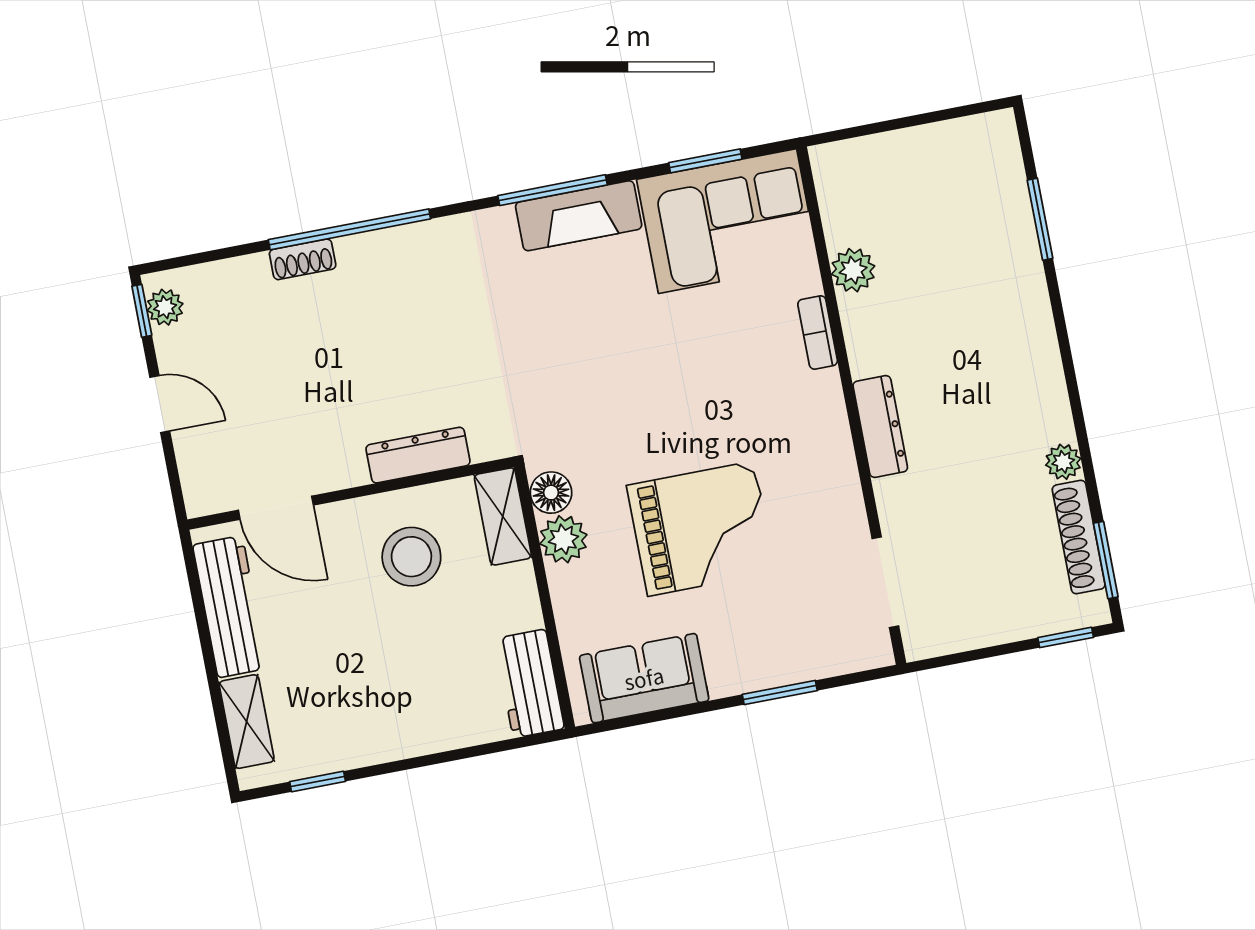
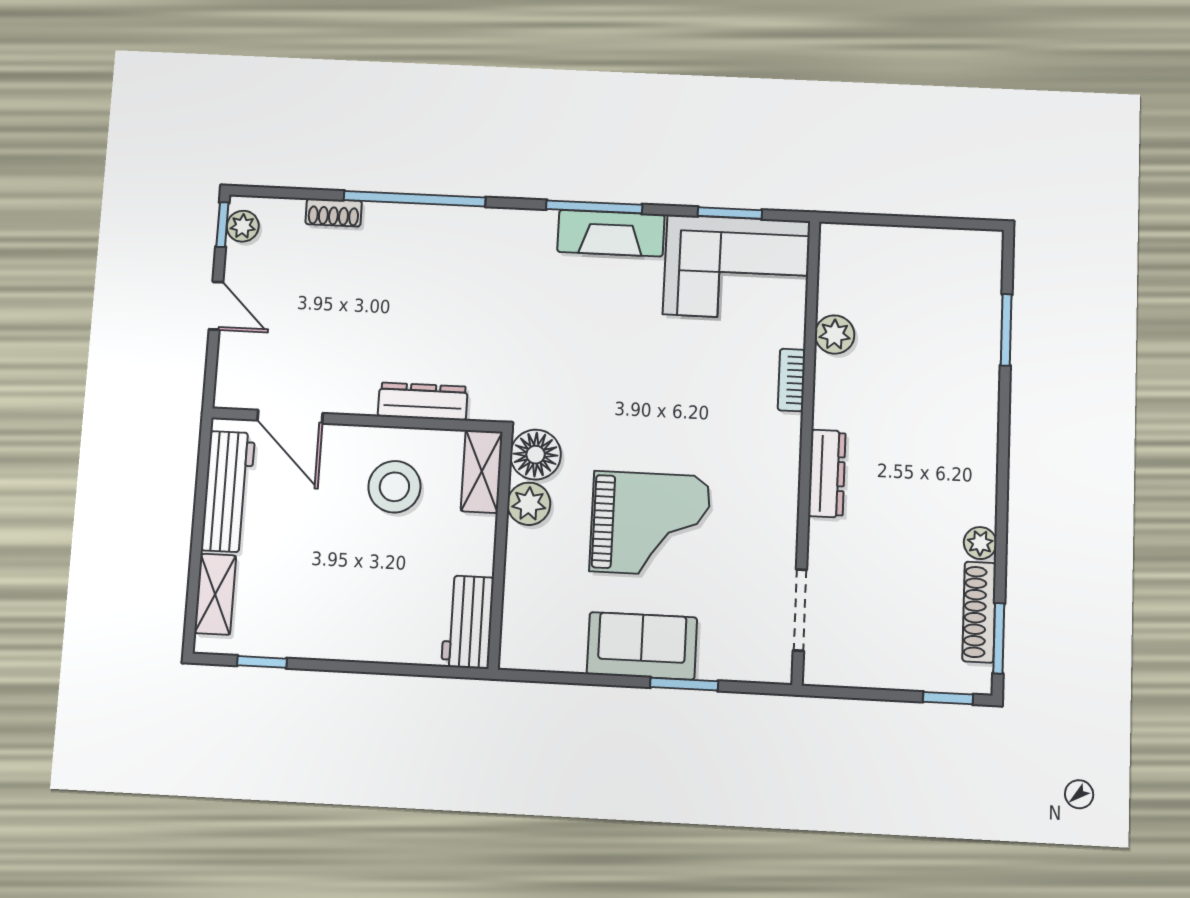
shoe rack: (303, 259) -> (334, 212), moved
floor lamp: (551, 493) -> (536, 455), width x1.38, depth x1.38
sofa: (644, 678) -> (642, 646), moved

